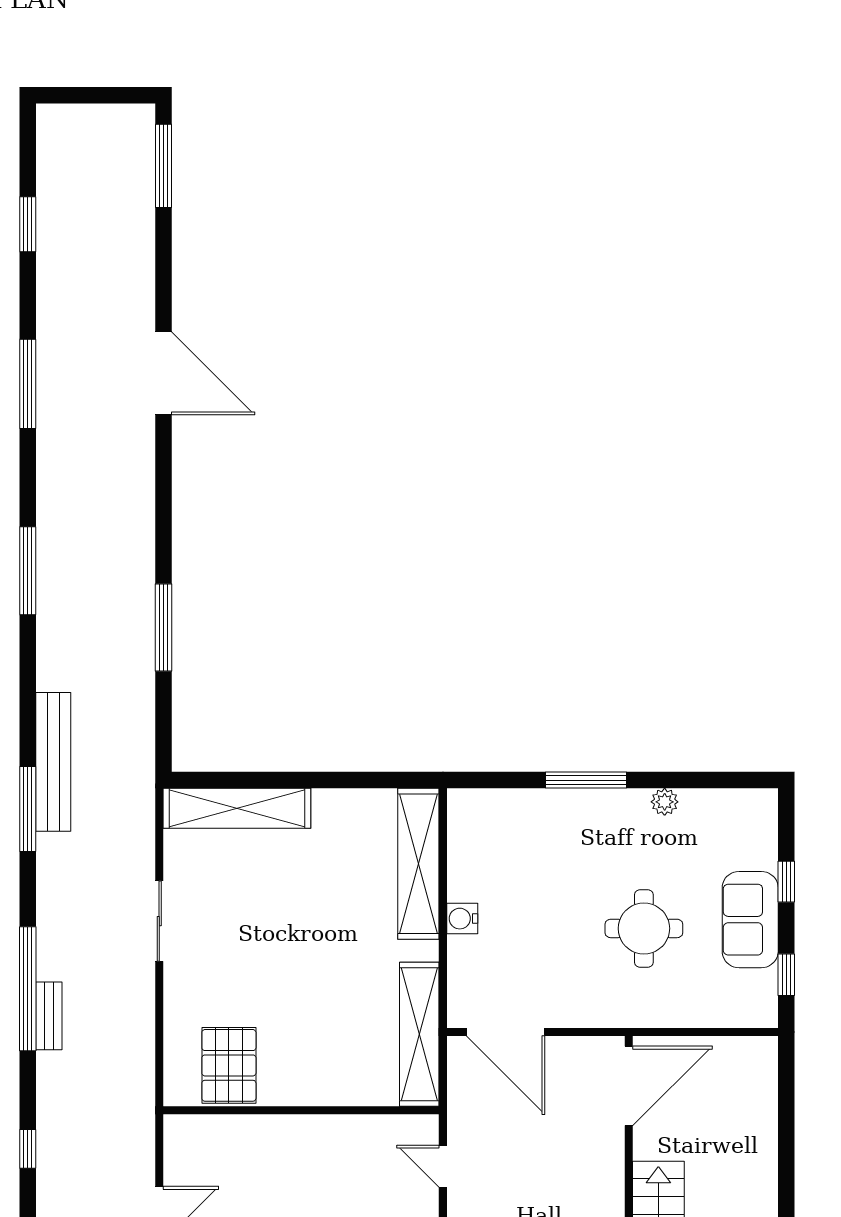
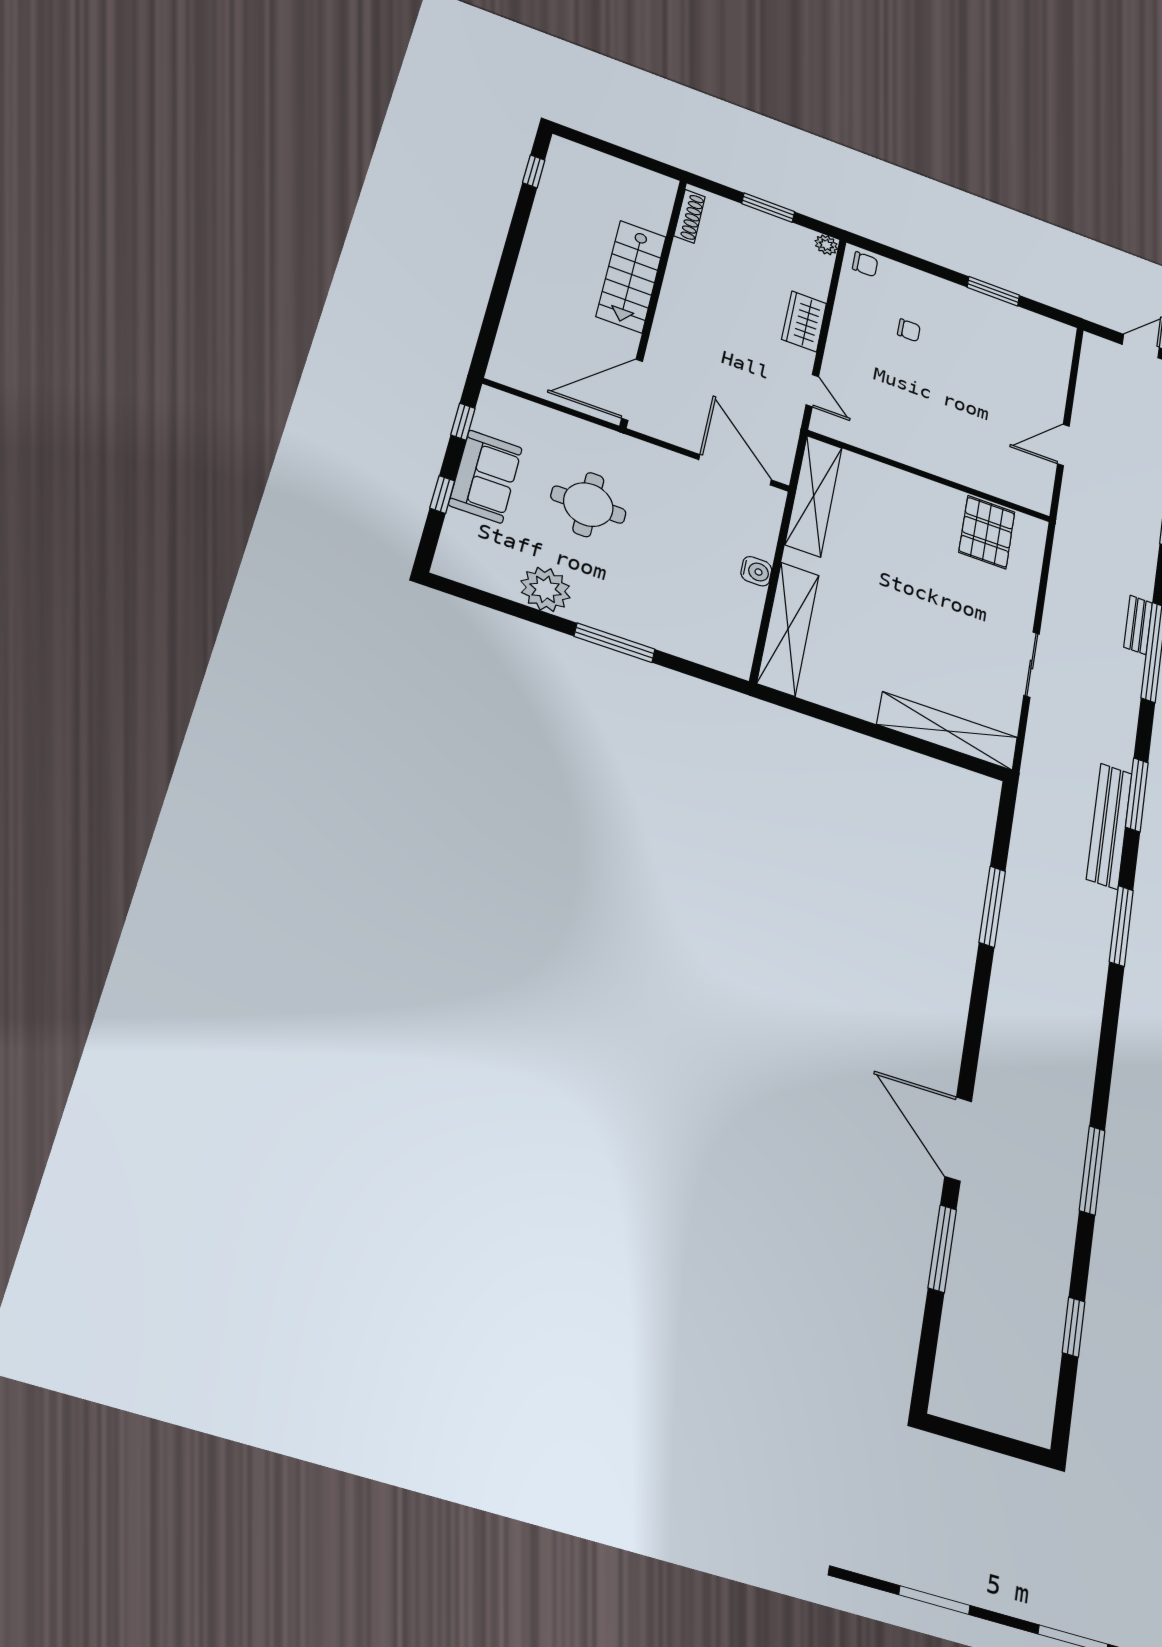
window: (163, 166) -> (942, 1249), moved
window: (28, 571) -> (1121, 926), moved
plant: (665, 802) -> (545, 589), width x1.88, depth x1.88

